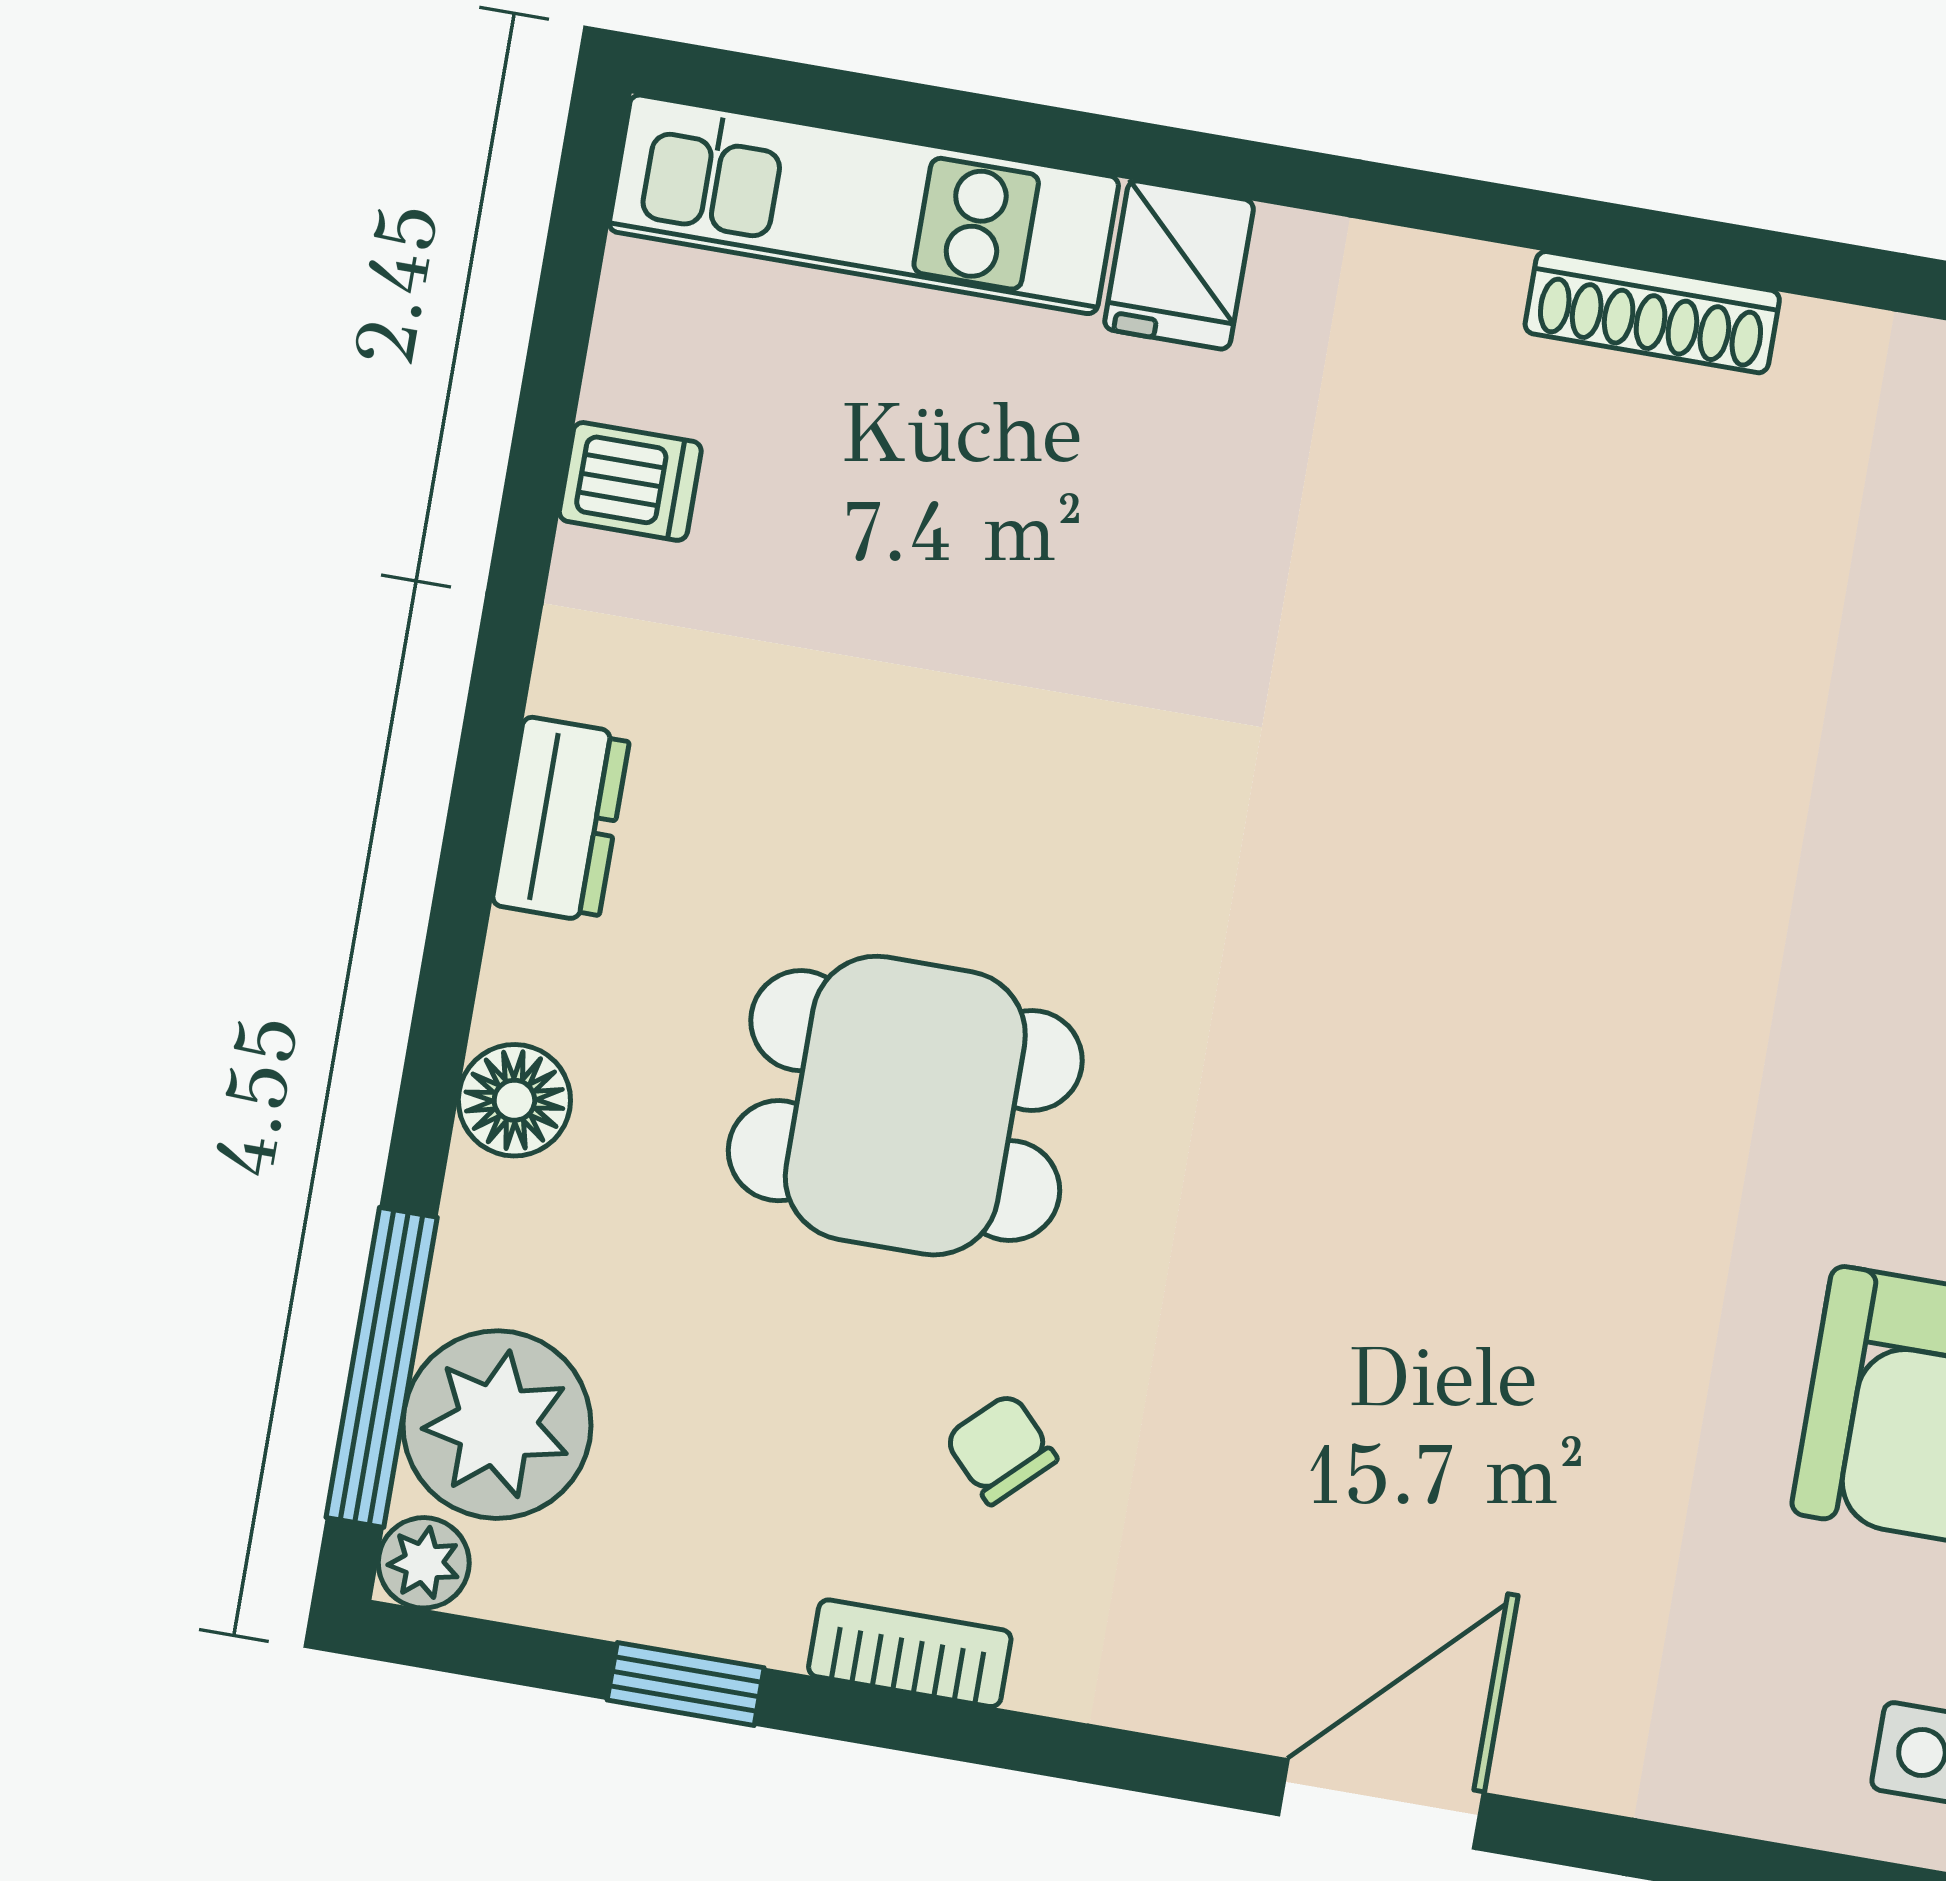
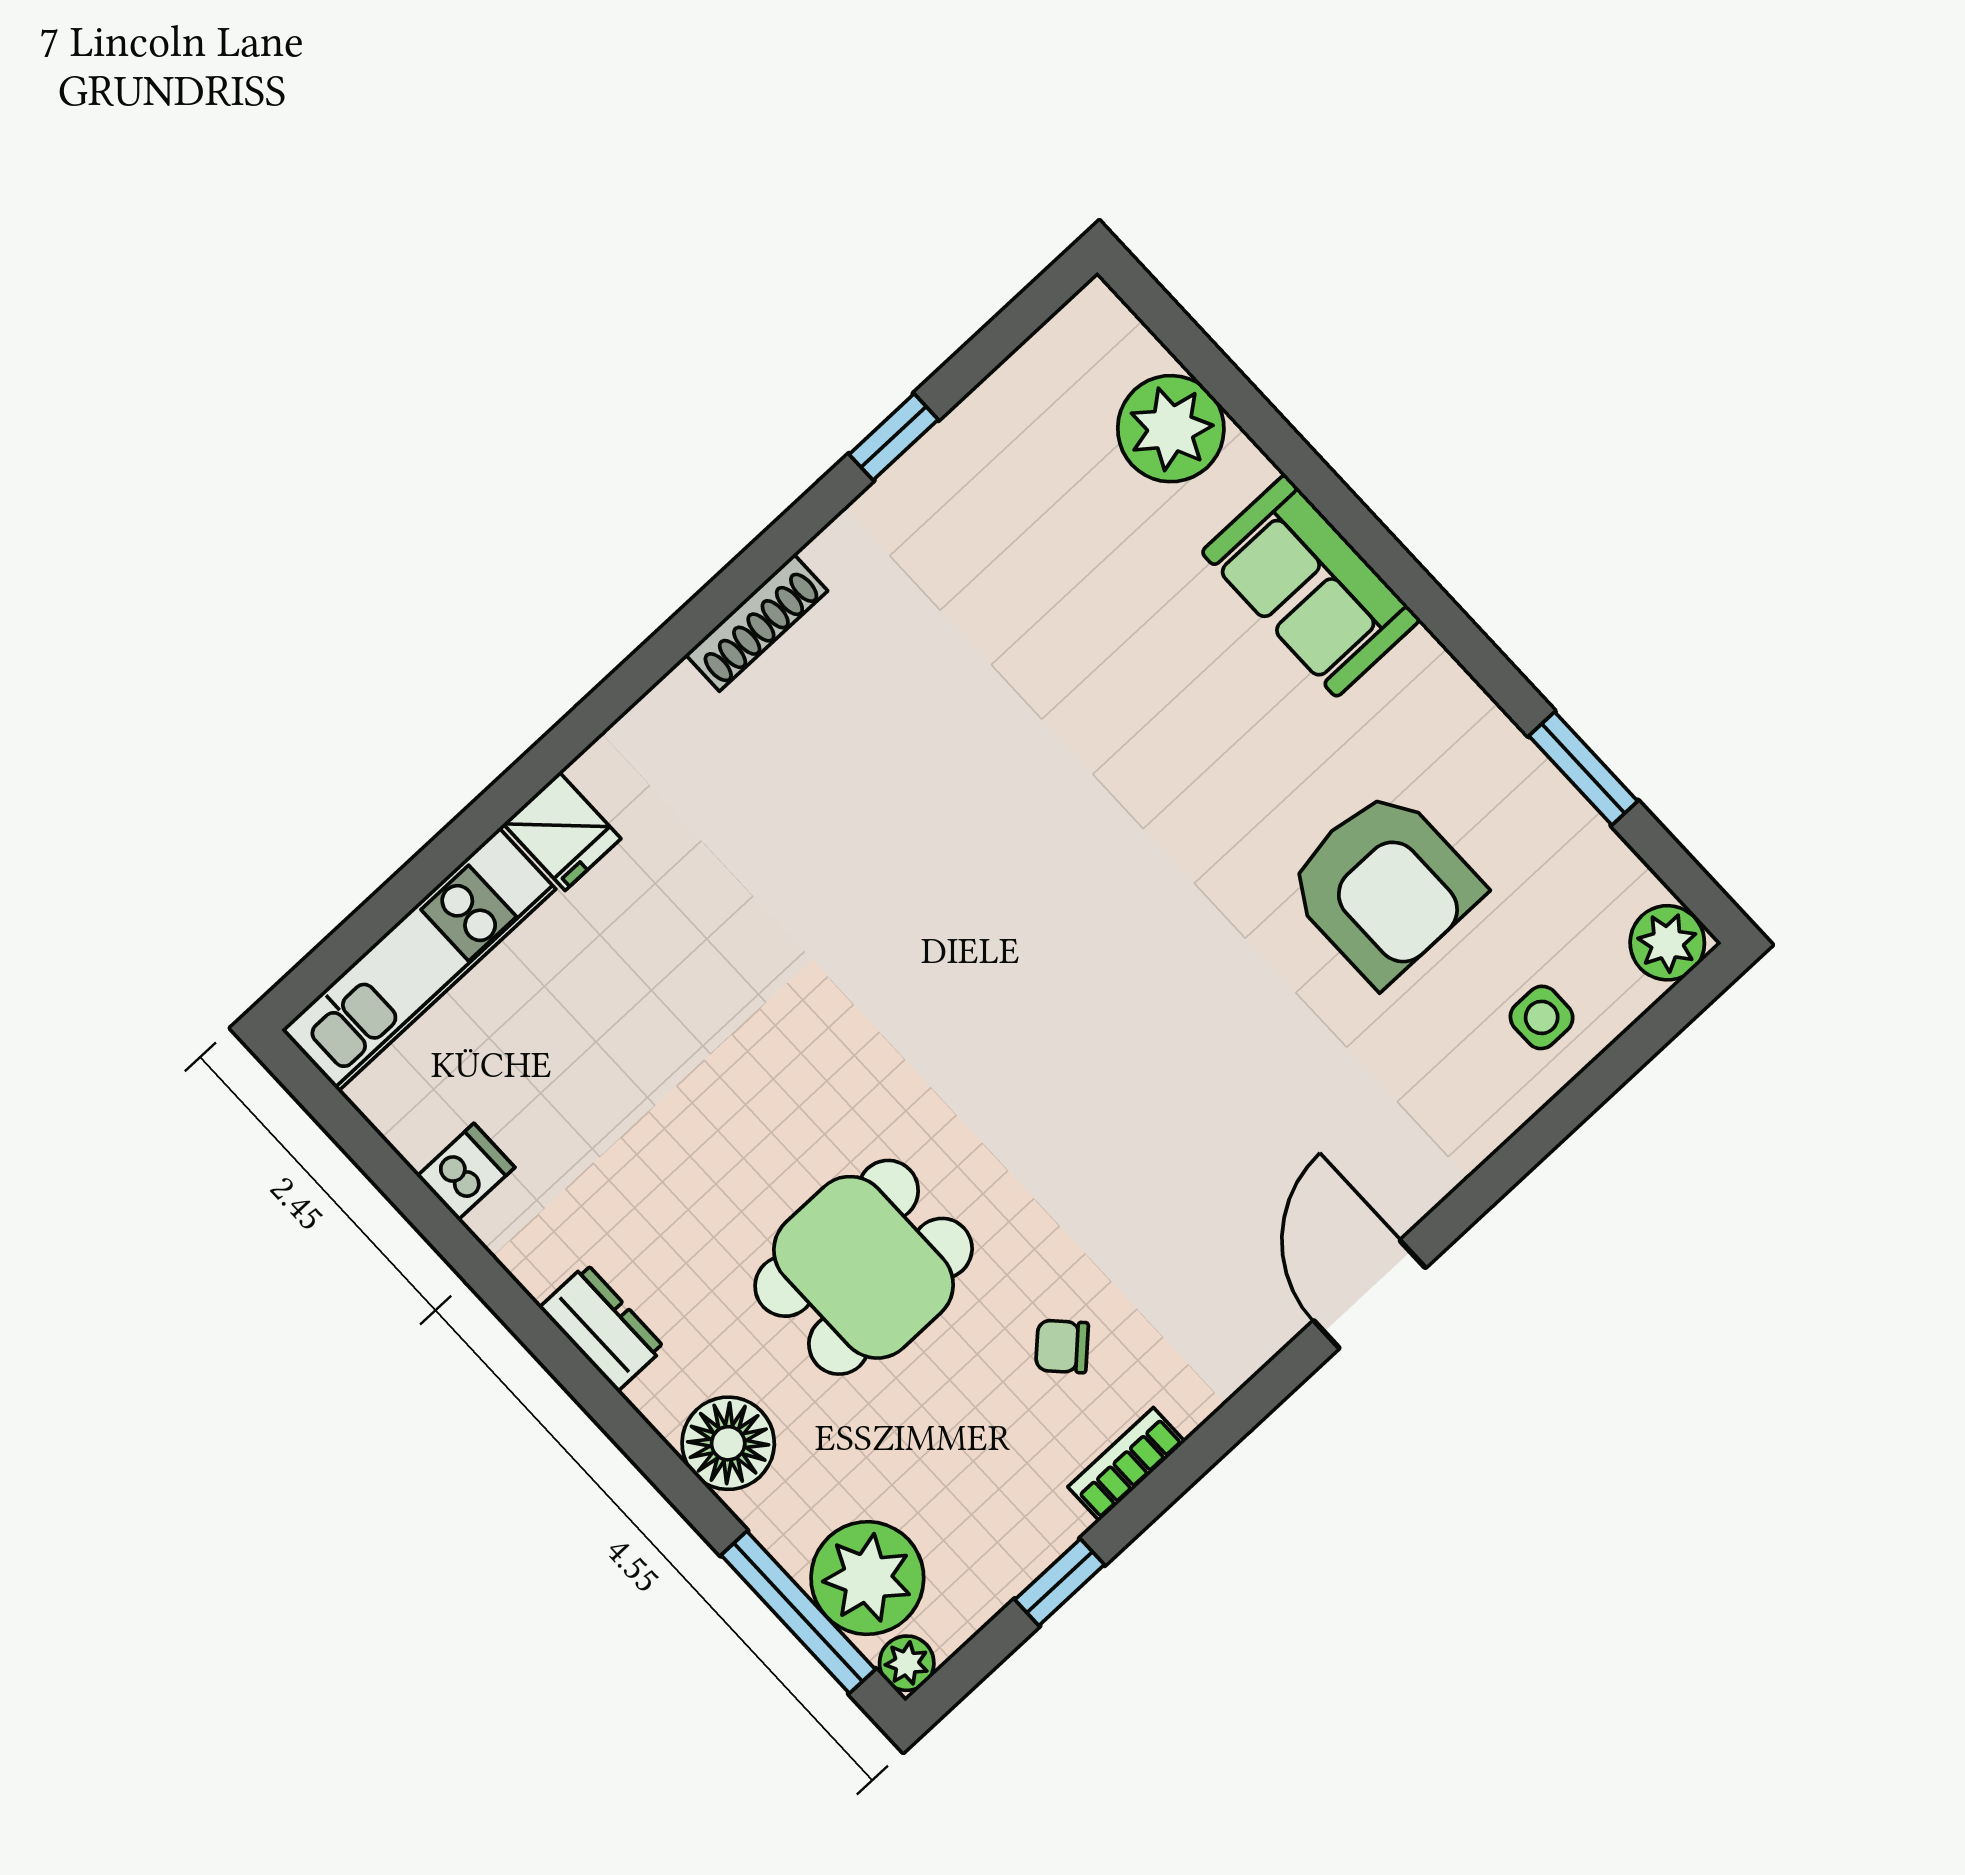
floor lamp: (514, 1100) -> (728, 1443), width x1.38, depth x1.38

